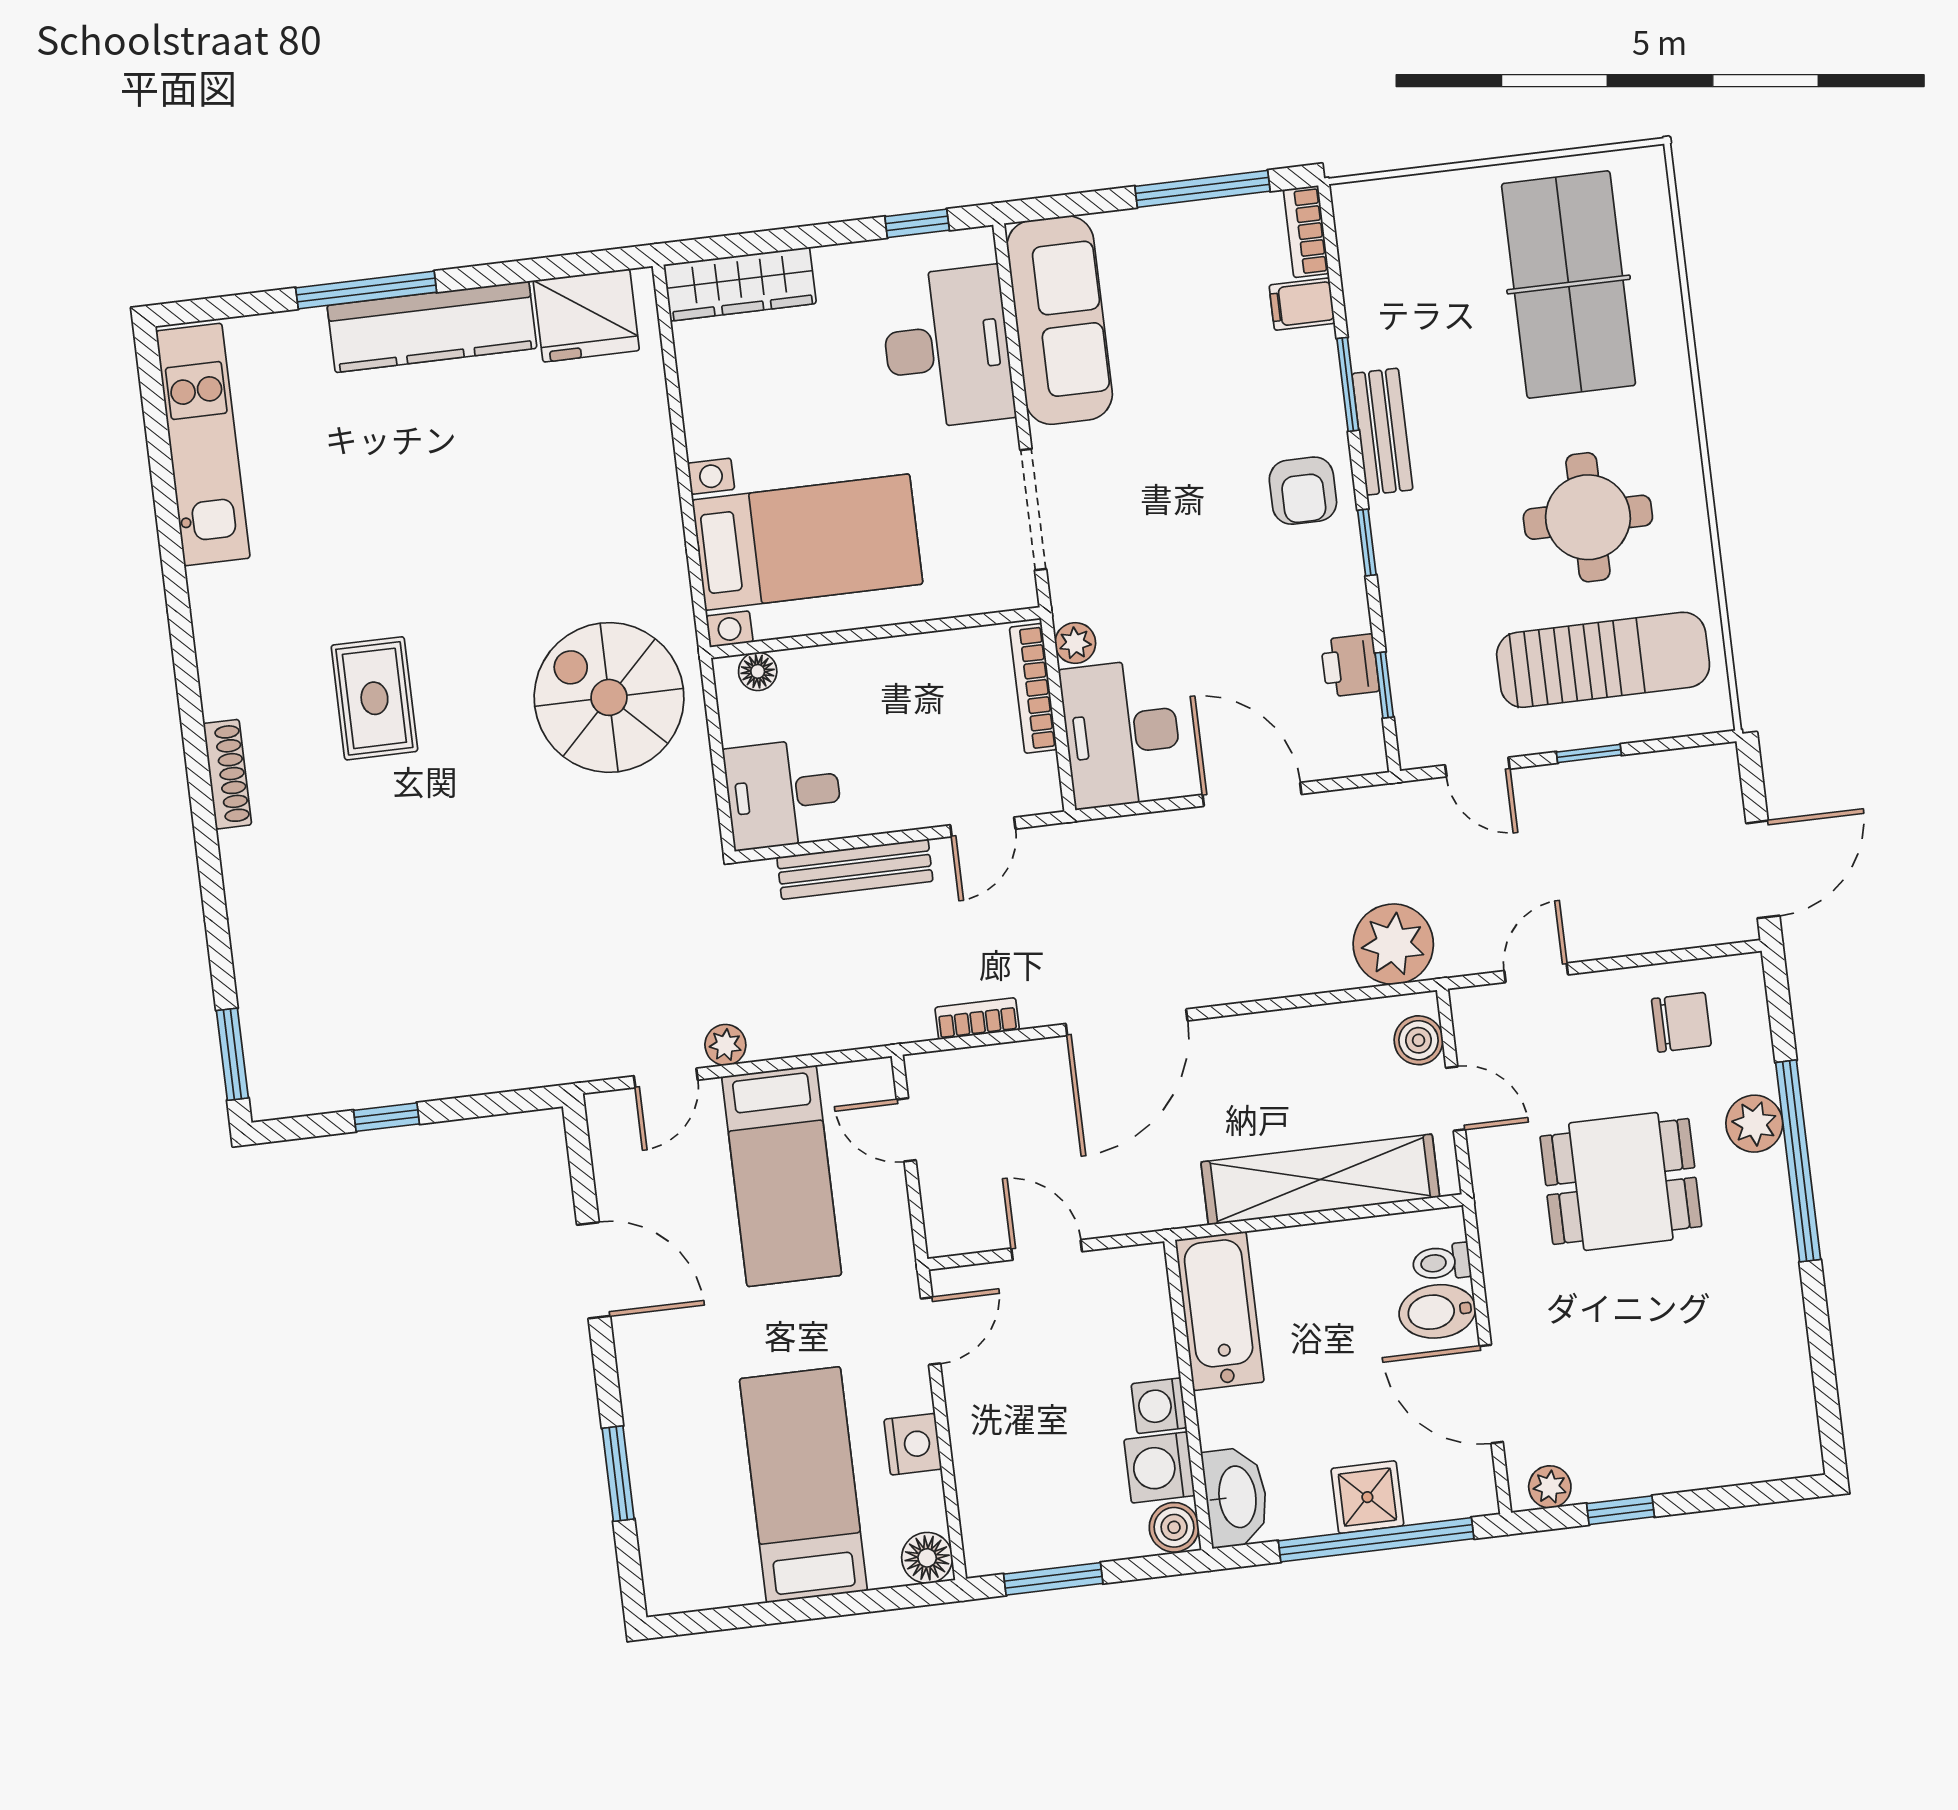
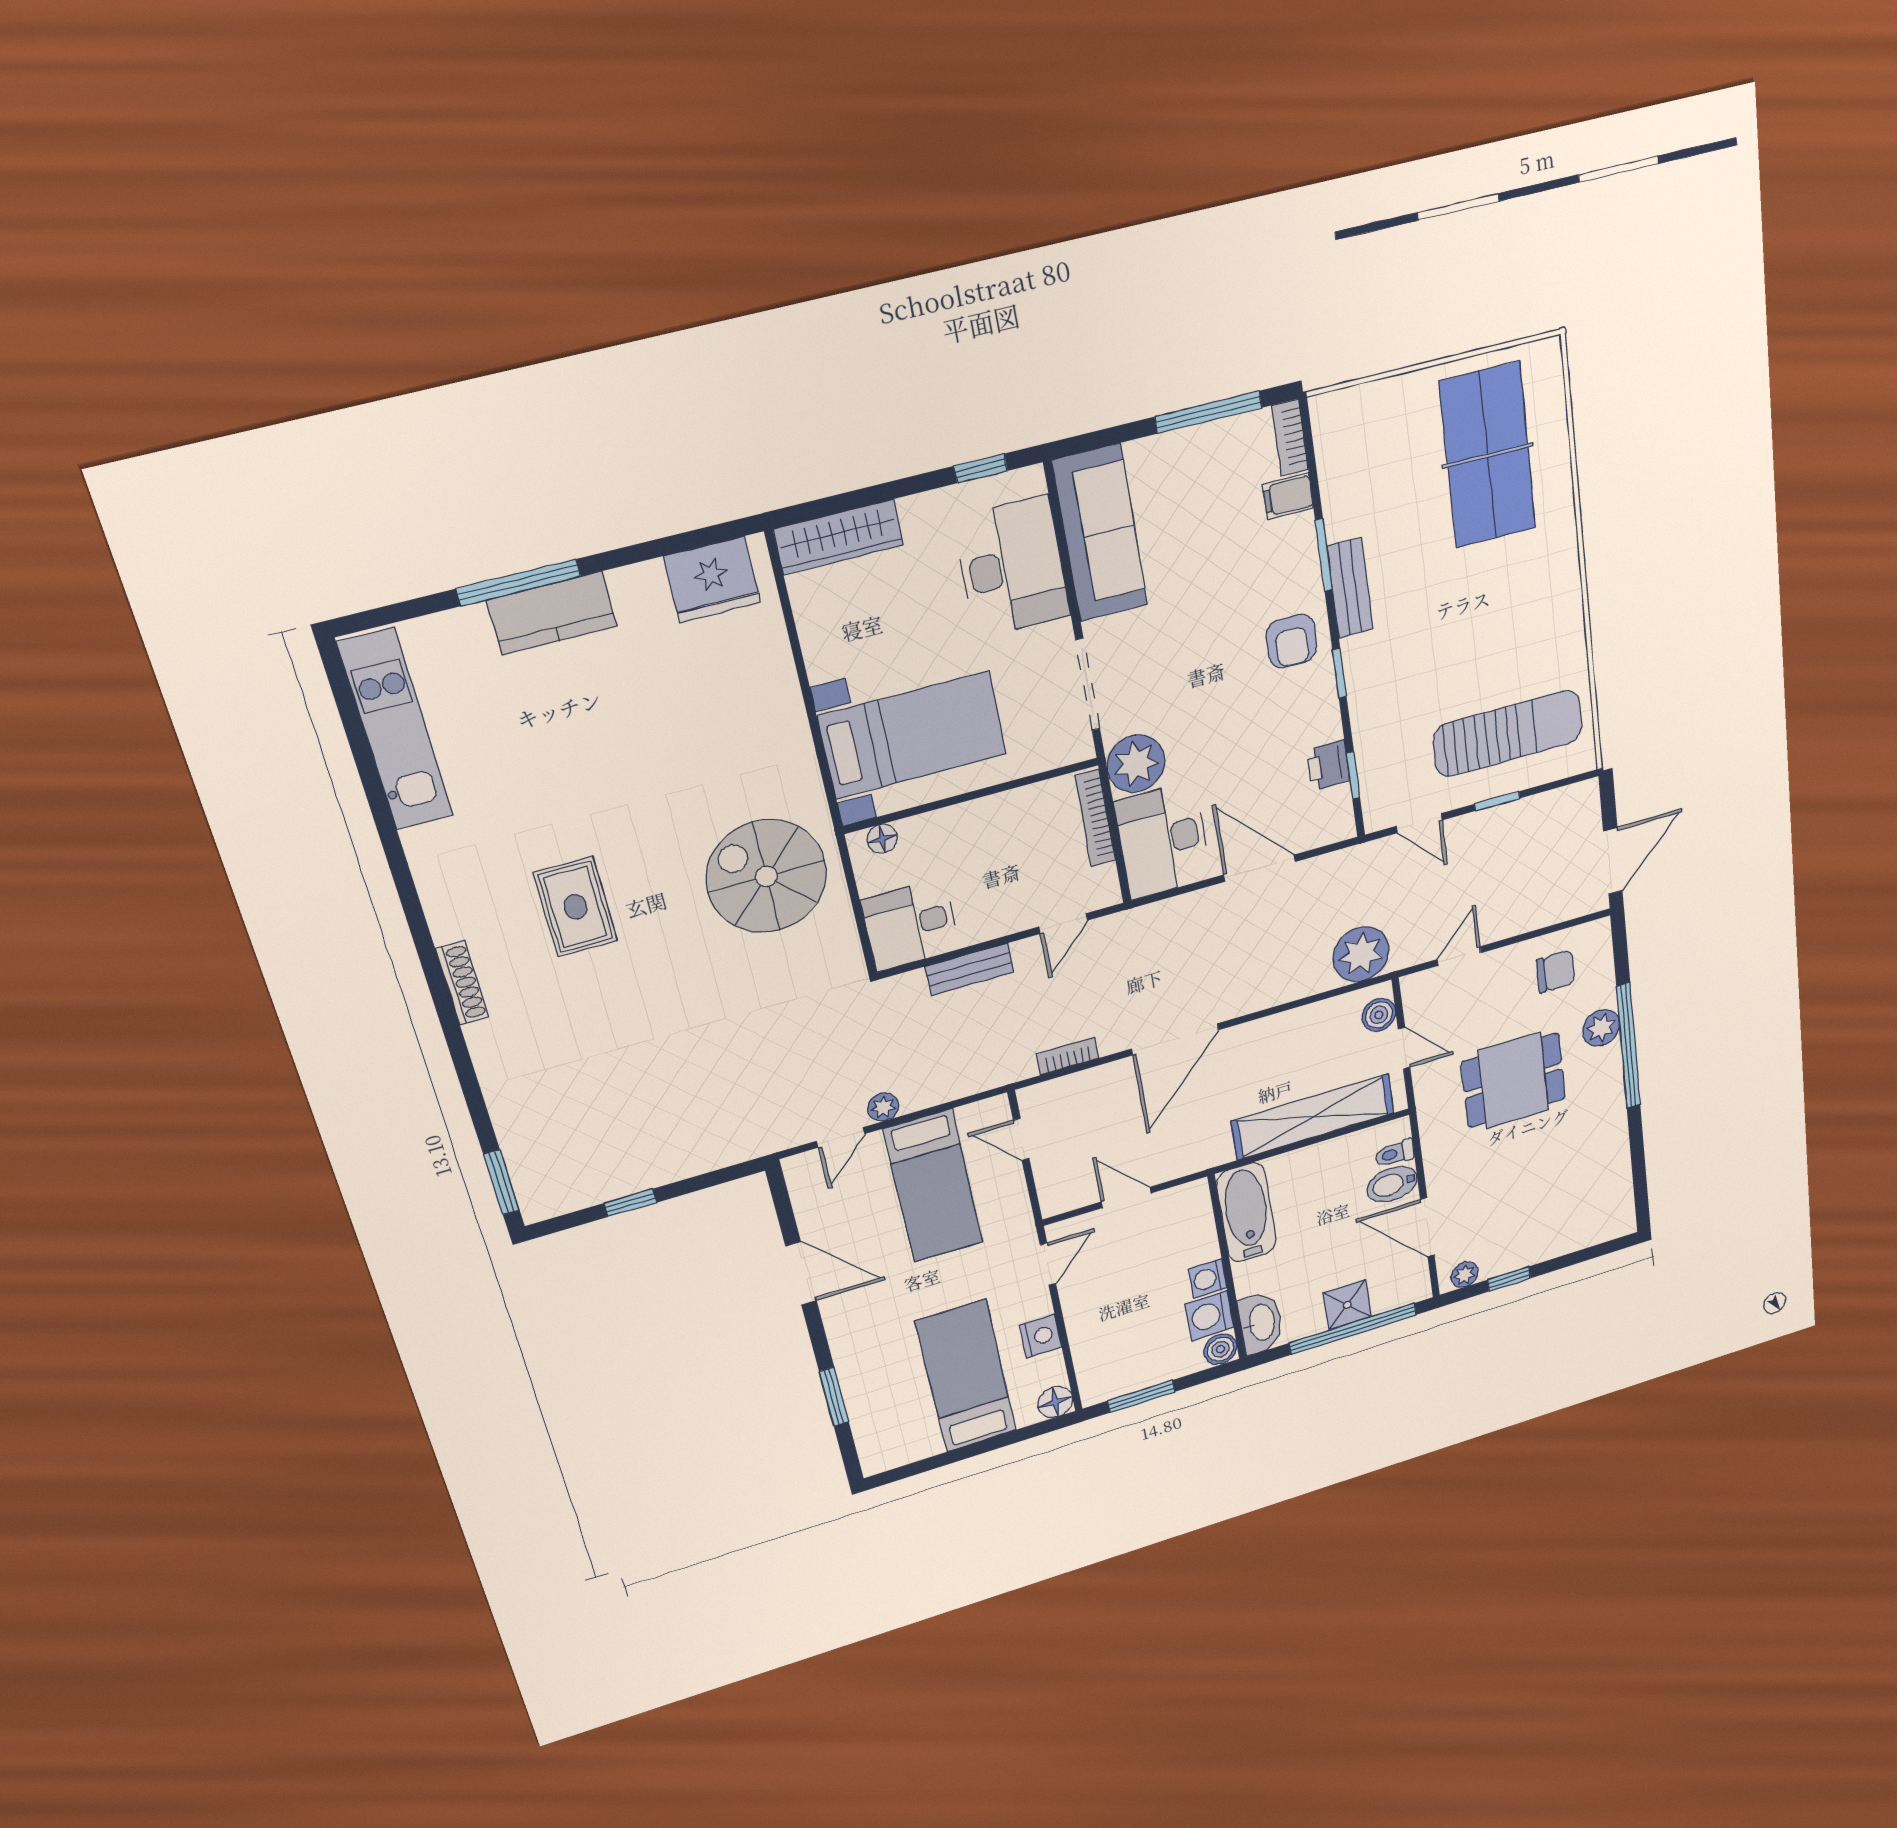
kitchen counter: (432, 327) -> (552, 613), width x0.67
round table: (1588, 517) -> (1499, 631), removed
plant: (1075, 643) -> (1136, 764), width x1.88, depth x1.88
bench: (855, 869) -> (970, 969), width x0.73

